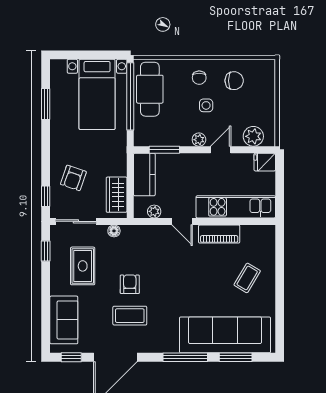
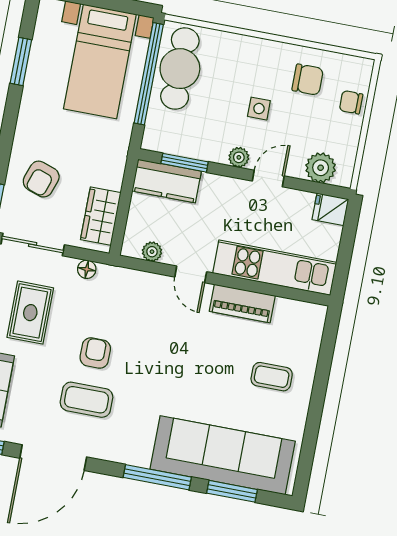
chair: (199, 78) -> (351, 102), moved, turned 90
kitchen counter: (144, 175) -> (167, 181), moved, turned 90
coffee table: (247, 278) -> (272, 377), turned 59

